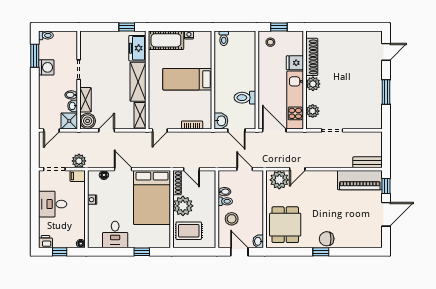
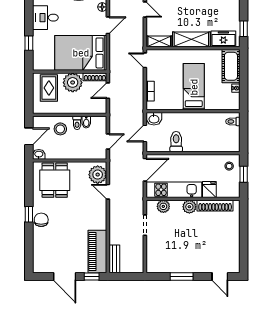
dining table: (285, 225) -> (55, 180), turned 90

